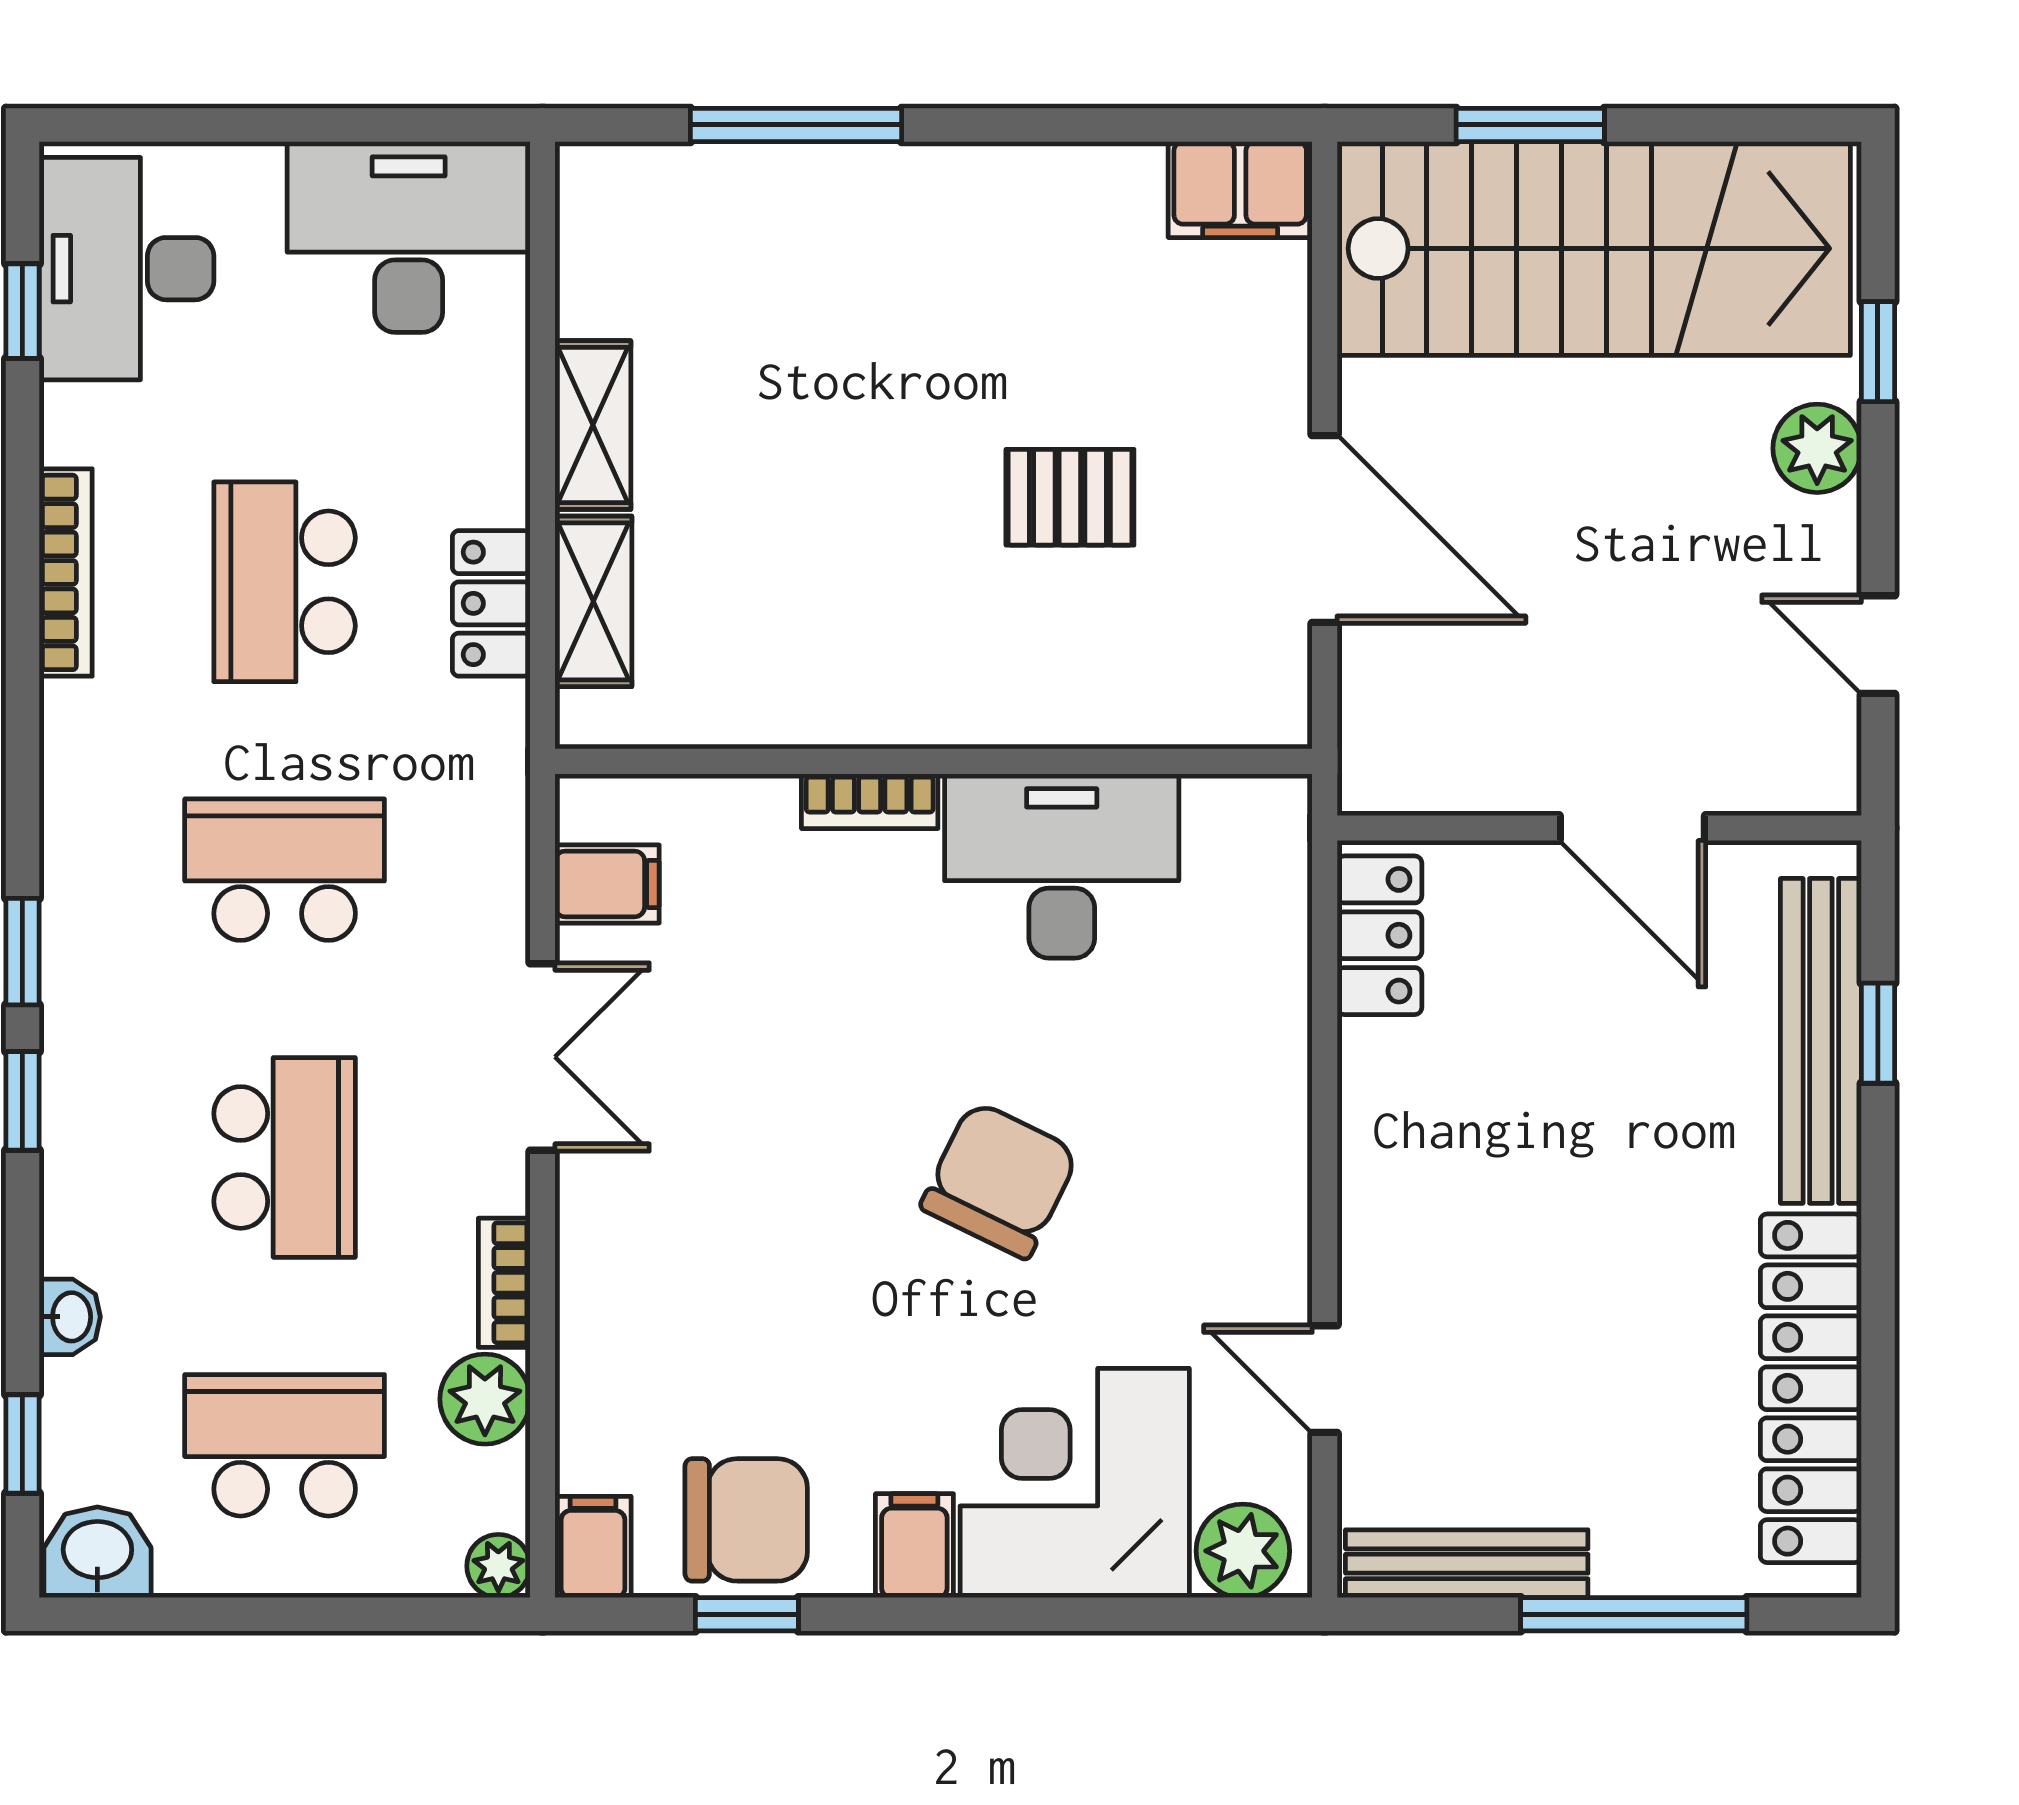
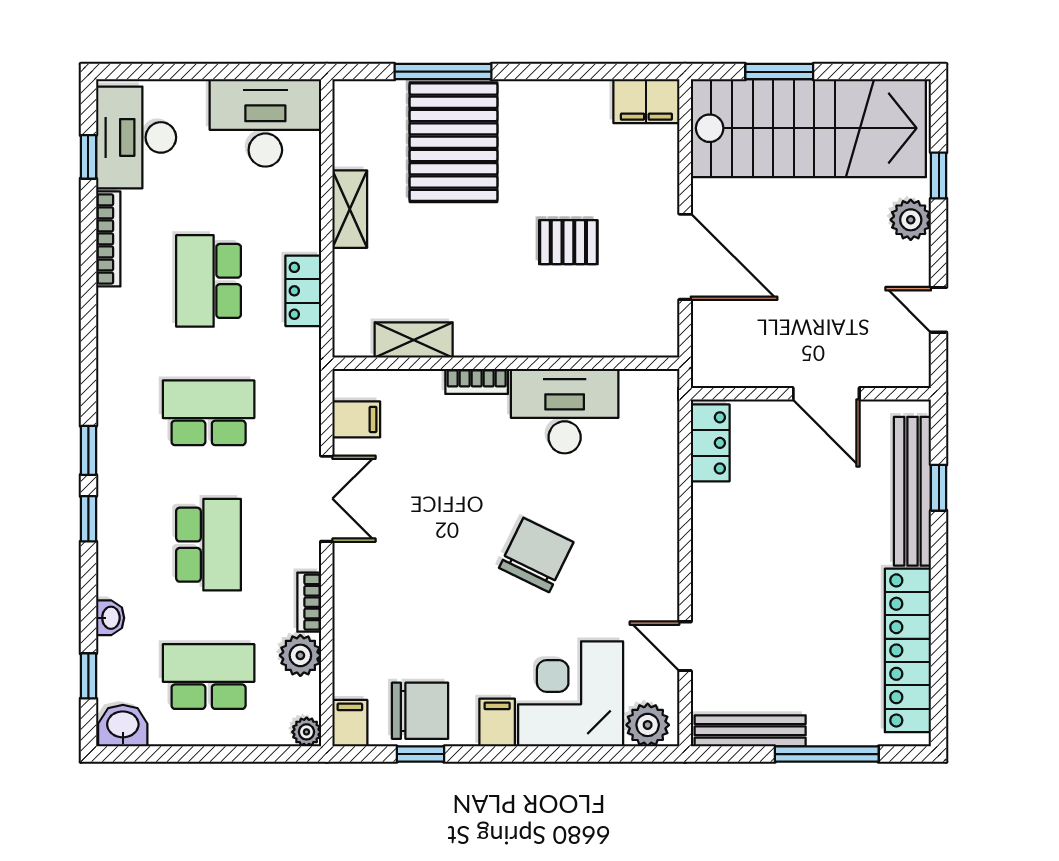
pallet: (819, 279) -> (454, 142), added
bookcase: (66, 572) -> (108, 239), moved
shelving: (593, 601) -> (414, 340), moved, turned 90

